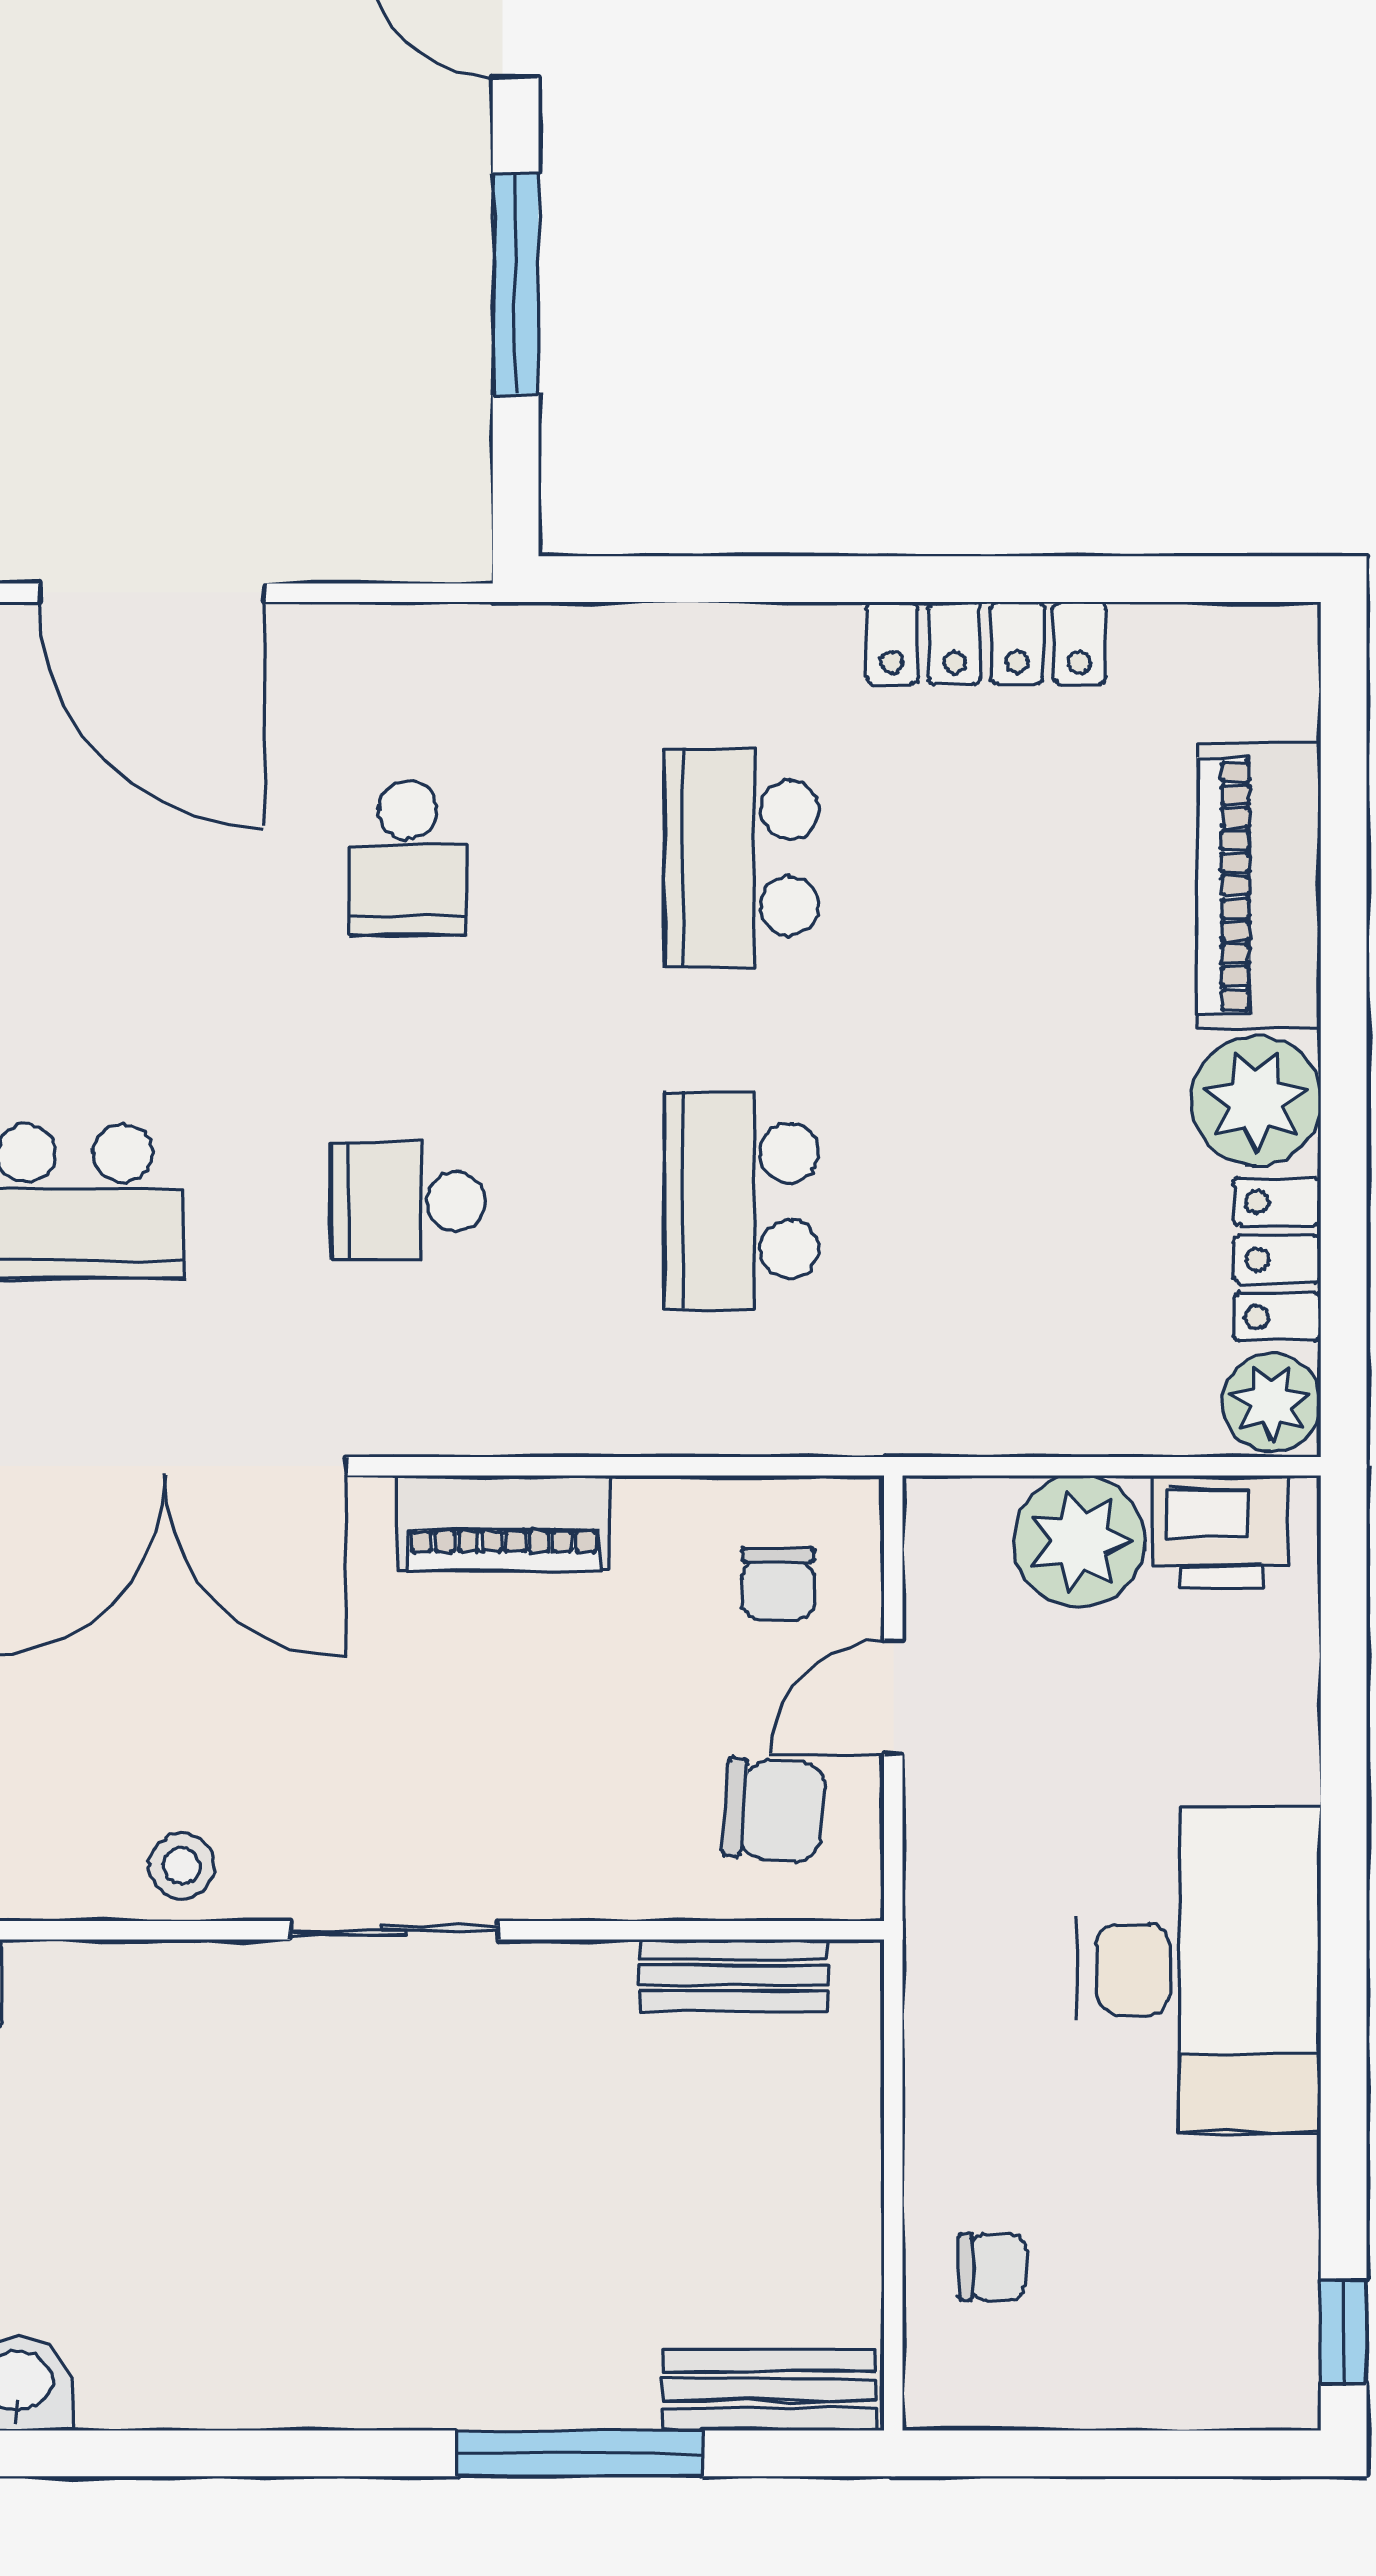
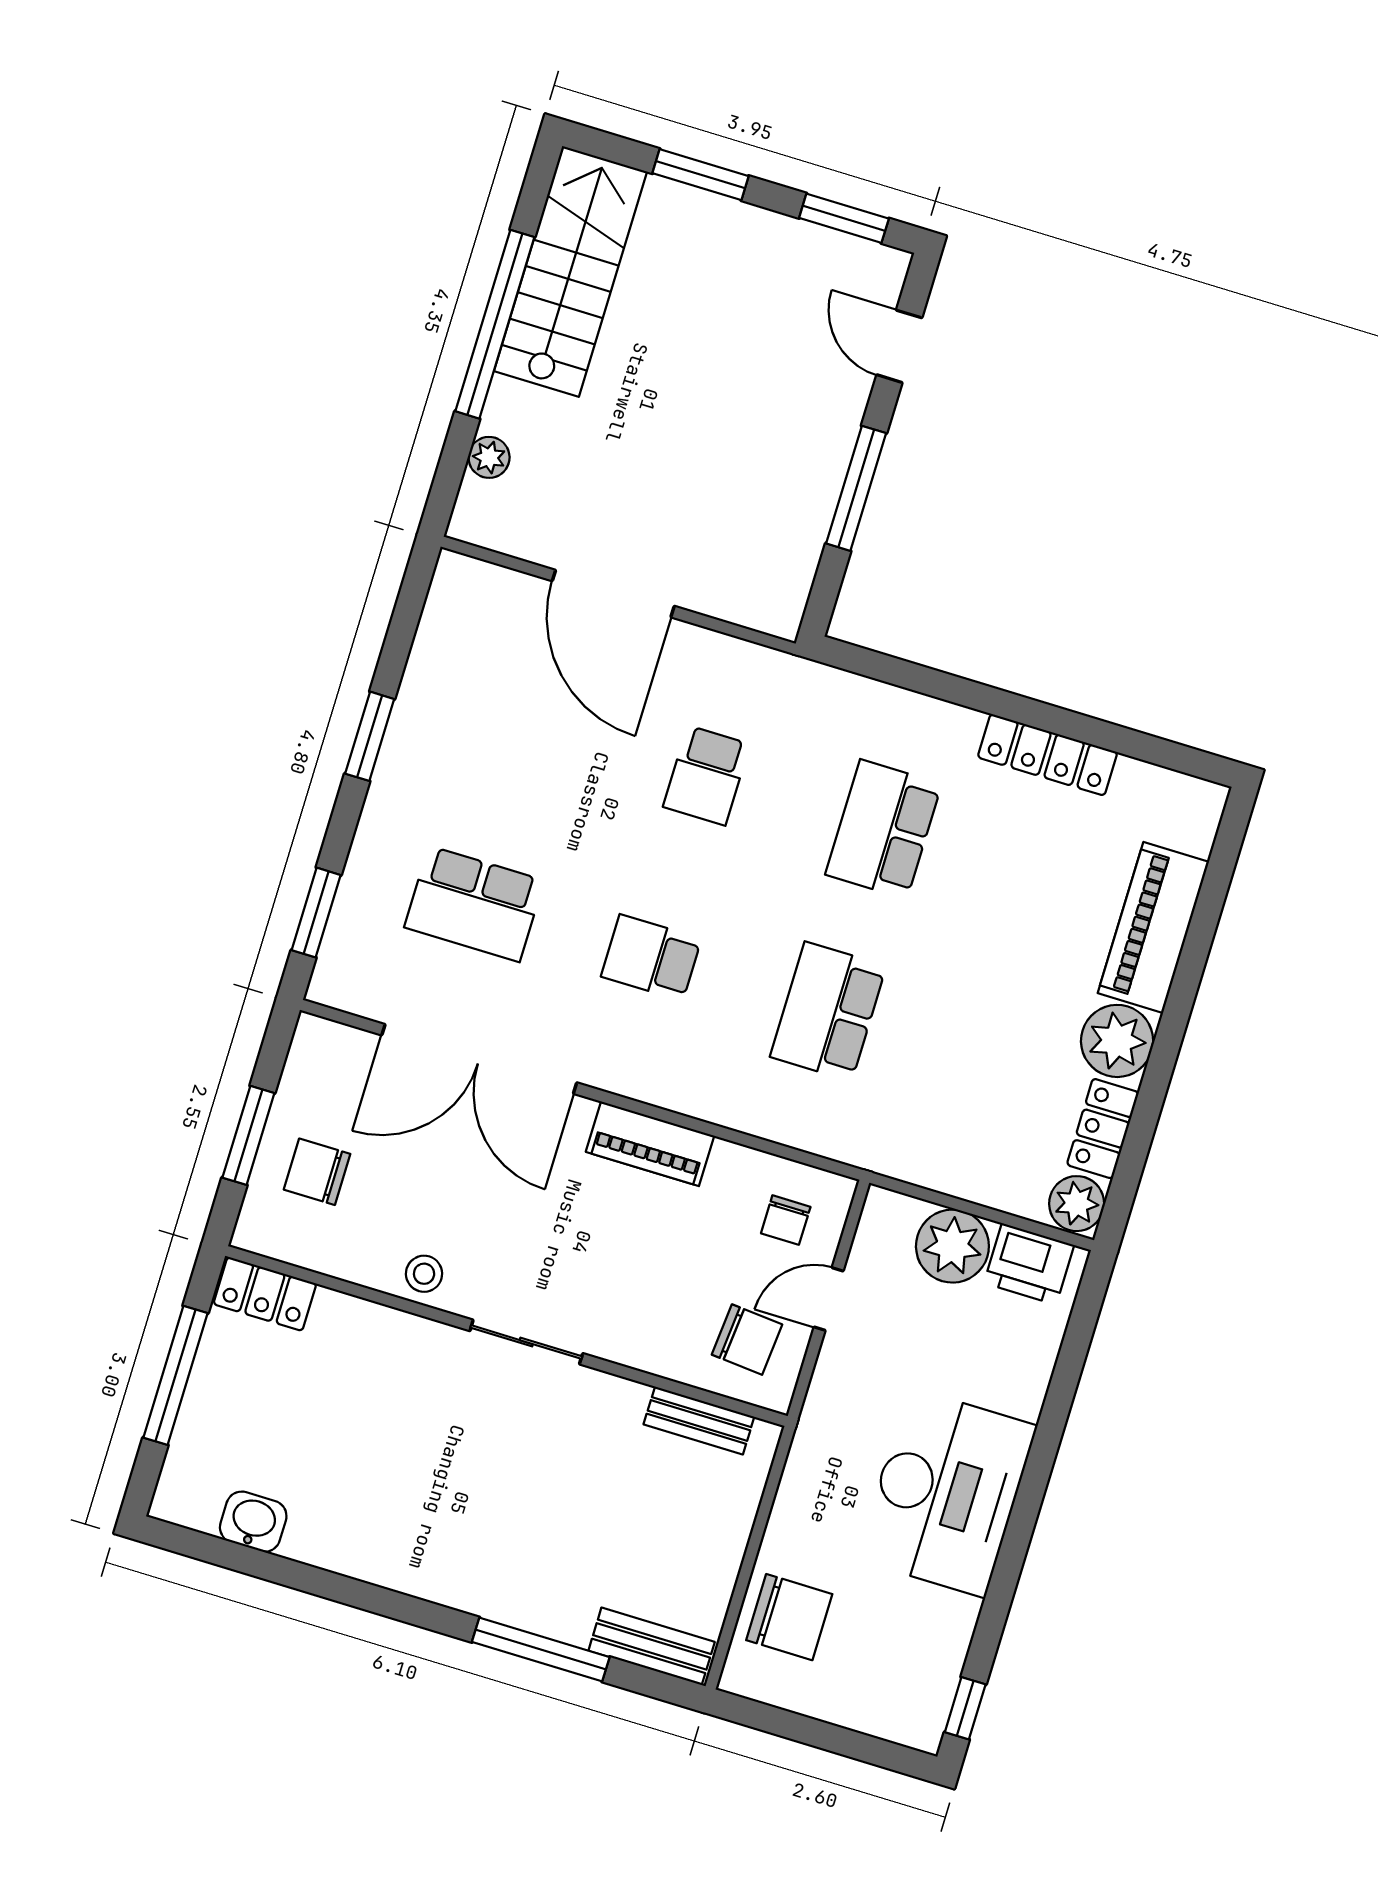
chair: (992, 2267) -> (789, 1617), width x1.87, depth x1.87

